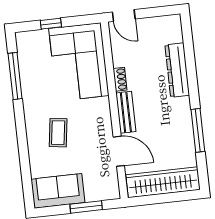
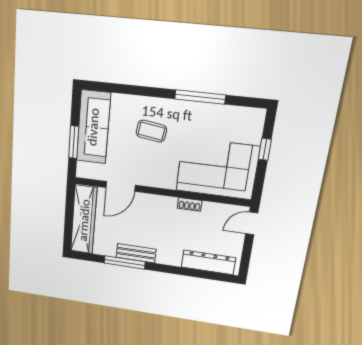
dresser: (177, 70) -> (208, 262), moved
window: (15, 76) -> (200, 97), moved
bench: (126, 112) -> (136, 253), moved
sofa: (58, 191) -> (93, 127), width x1.36

